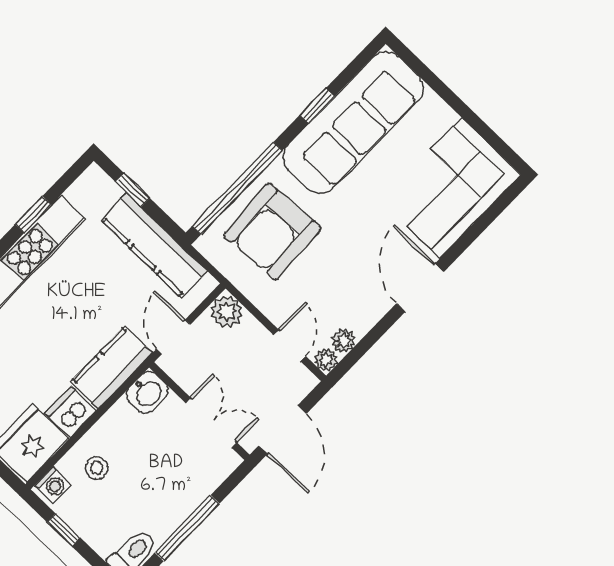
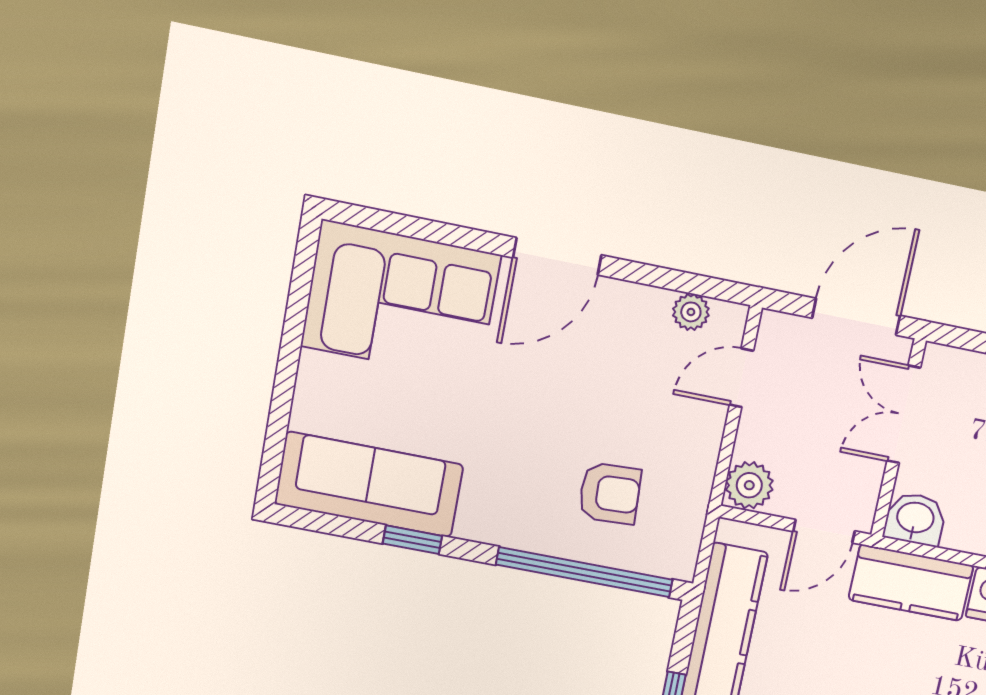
sofa: (353, 122) -> (369, 484), width x0.74, depth x0.79
armchair: (272, 231) -> (610, 493), width x0.53, depth x0.53
plant: (326, 360) -> (730, 319), removed

